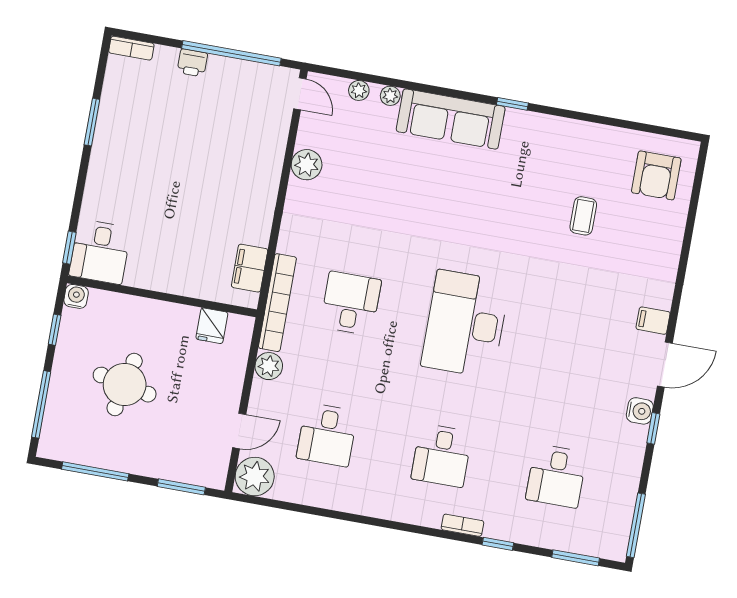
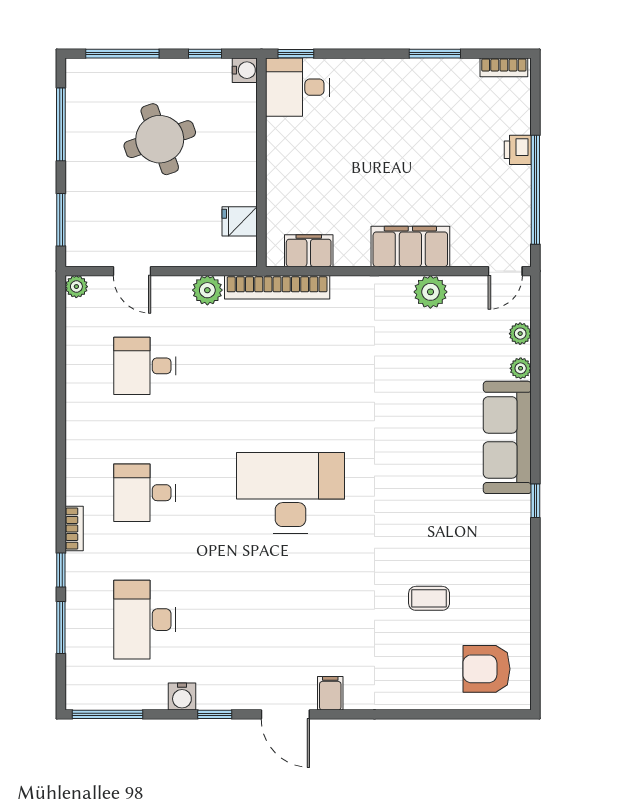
bookcase: (131, 48) -> (504, 67), moved, turned -90
filing cabinet: (262, 176) -> (410, 246), added
desk: (351, 303) -> (290, 366), removed
round table: (125, 385) -> (160, 139), turned -31
water cooler: (640, 411) -> (182, 697), moved
plant: (255, 476) -> (76, 287), width x0.53, depth x0.53
desk: (556, 476) -> (145, 620), width x1.37
window: (576, 558) -> (61, 627), moved

